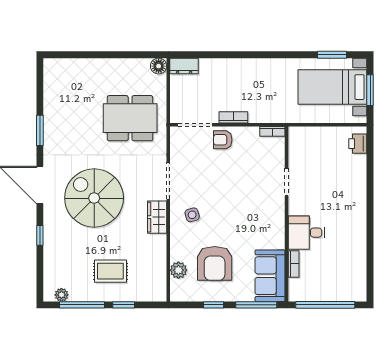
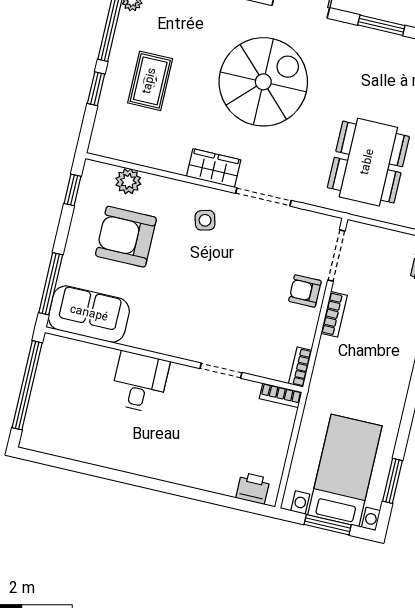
armchair: (223, 140) -> (305, 291), turned -90
bookcase: (294, 264) -> (281, 395), moved
window: (213, 305) -> (72, 190), moved

